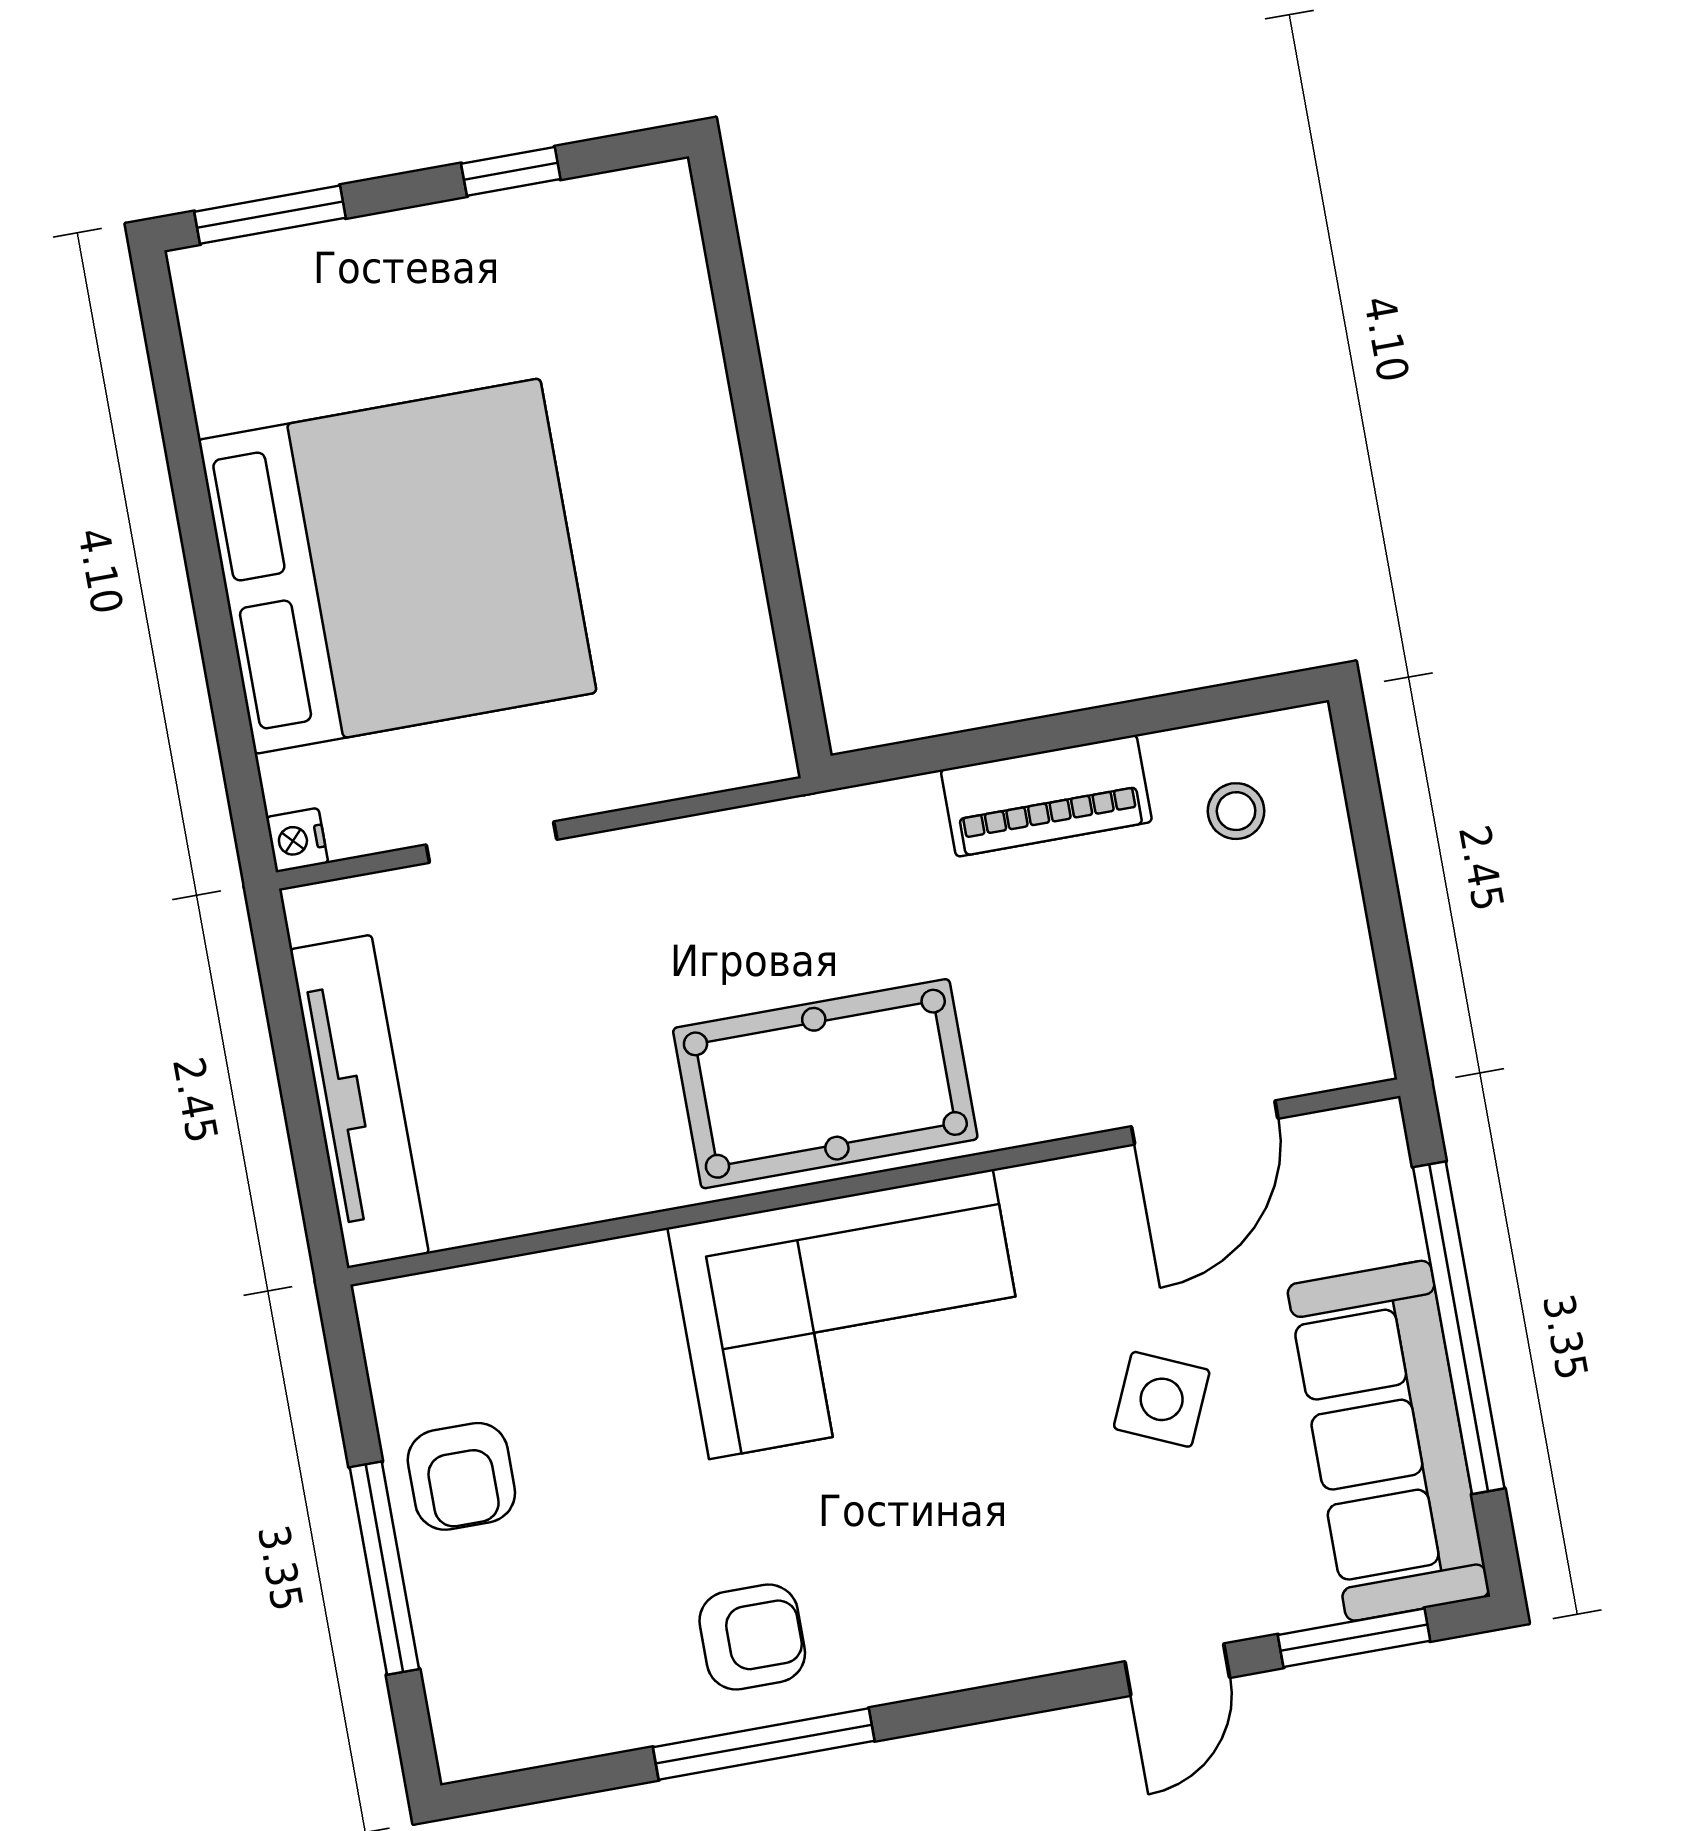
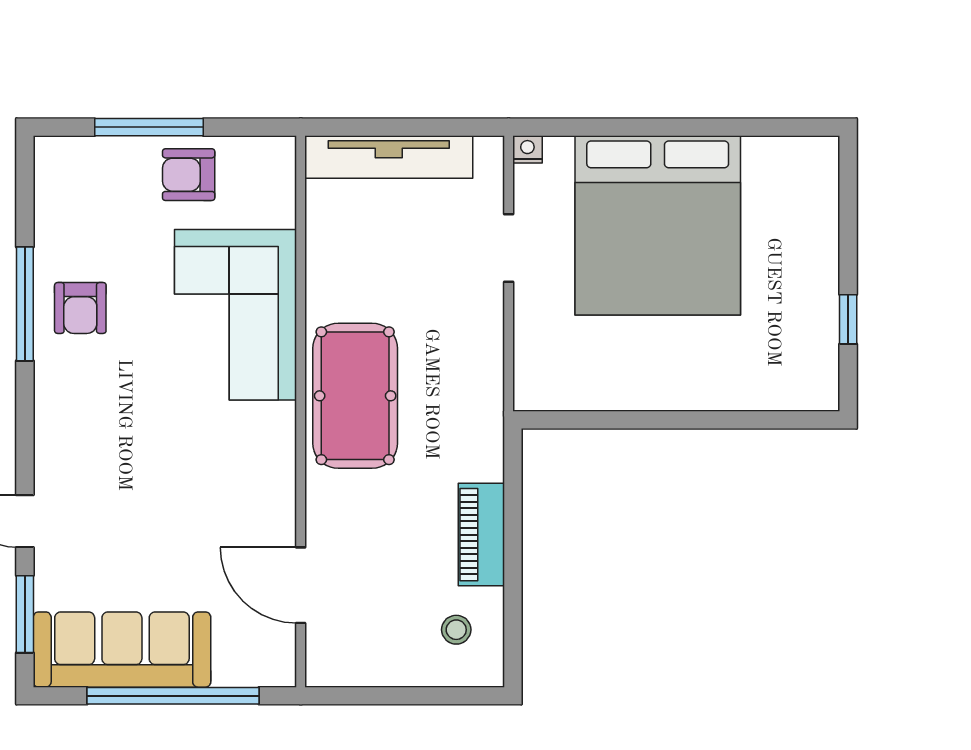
window: (270, 215) -> (848, 193), removed
corner sofa: (851, 1314) -> (235, 315), moved
side table: (1162, 1399) -> (164, 538), removed

